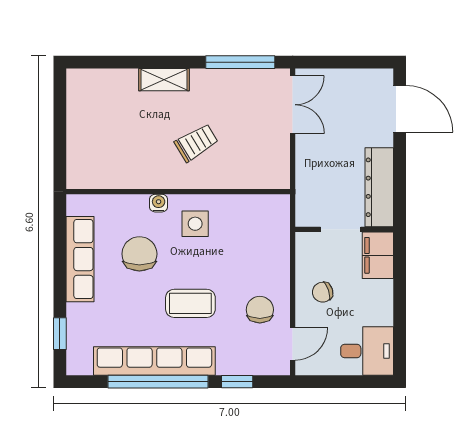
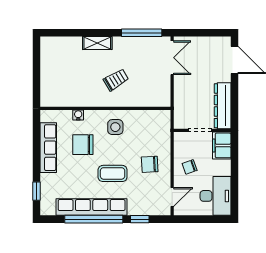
water cooler: (159, 203) -> (78, 115), moved
chair: (139, 254) -> (83, 145), turned -90
chair: (260, 310) -> (150, 164), moved, turned -93
desk: (367, 351) -> (216, 196), width x1.37

